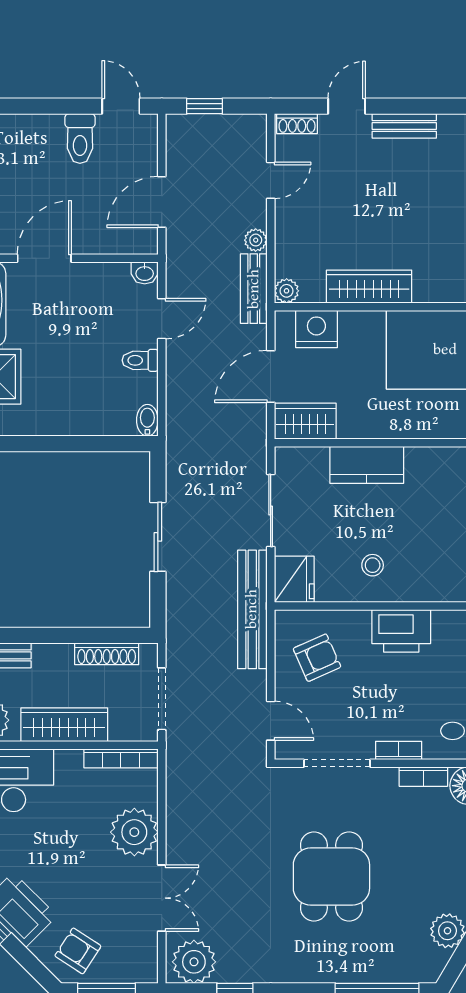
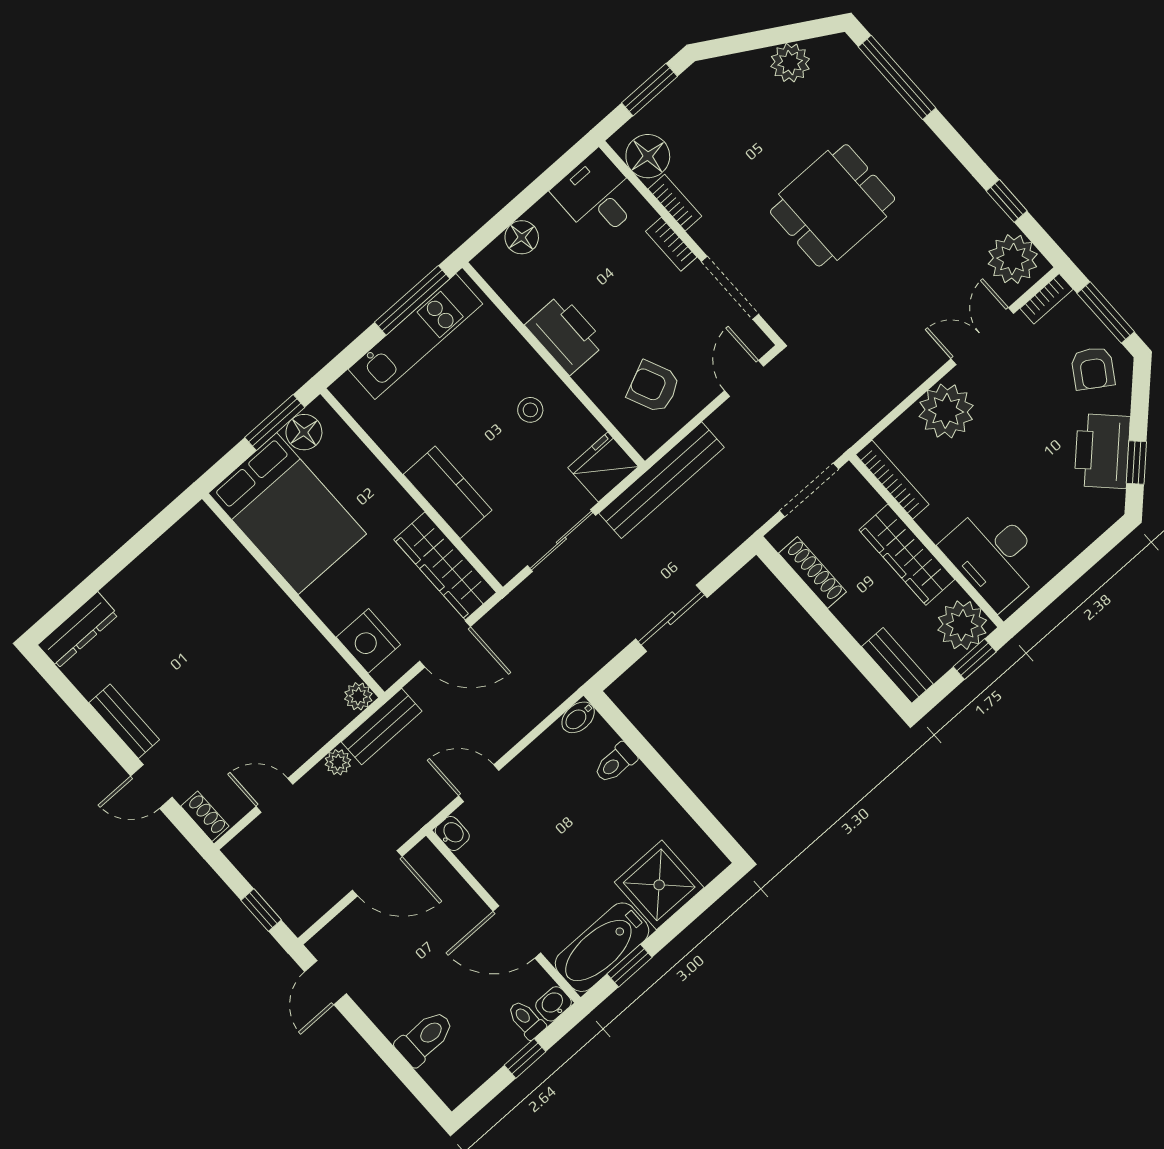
toilet: (80, 139) -> (425, 1038), moved
wardrobe: (369, 287) -> (291, 628), removed
toilet: (140, 360) -> (615, 763), moved, turned 90
wardrobe: (305, 421) -> (445, 566), width x1.50
bookcase: (149, 961) -> (1047, 299), added

